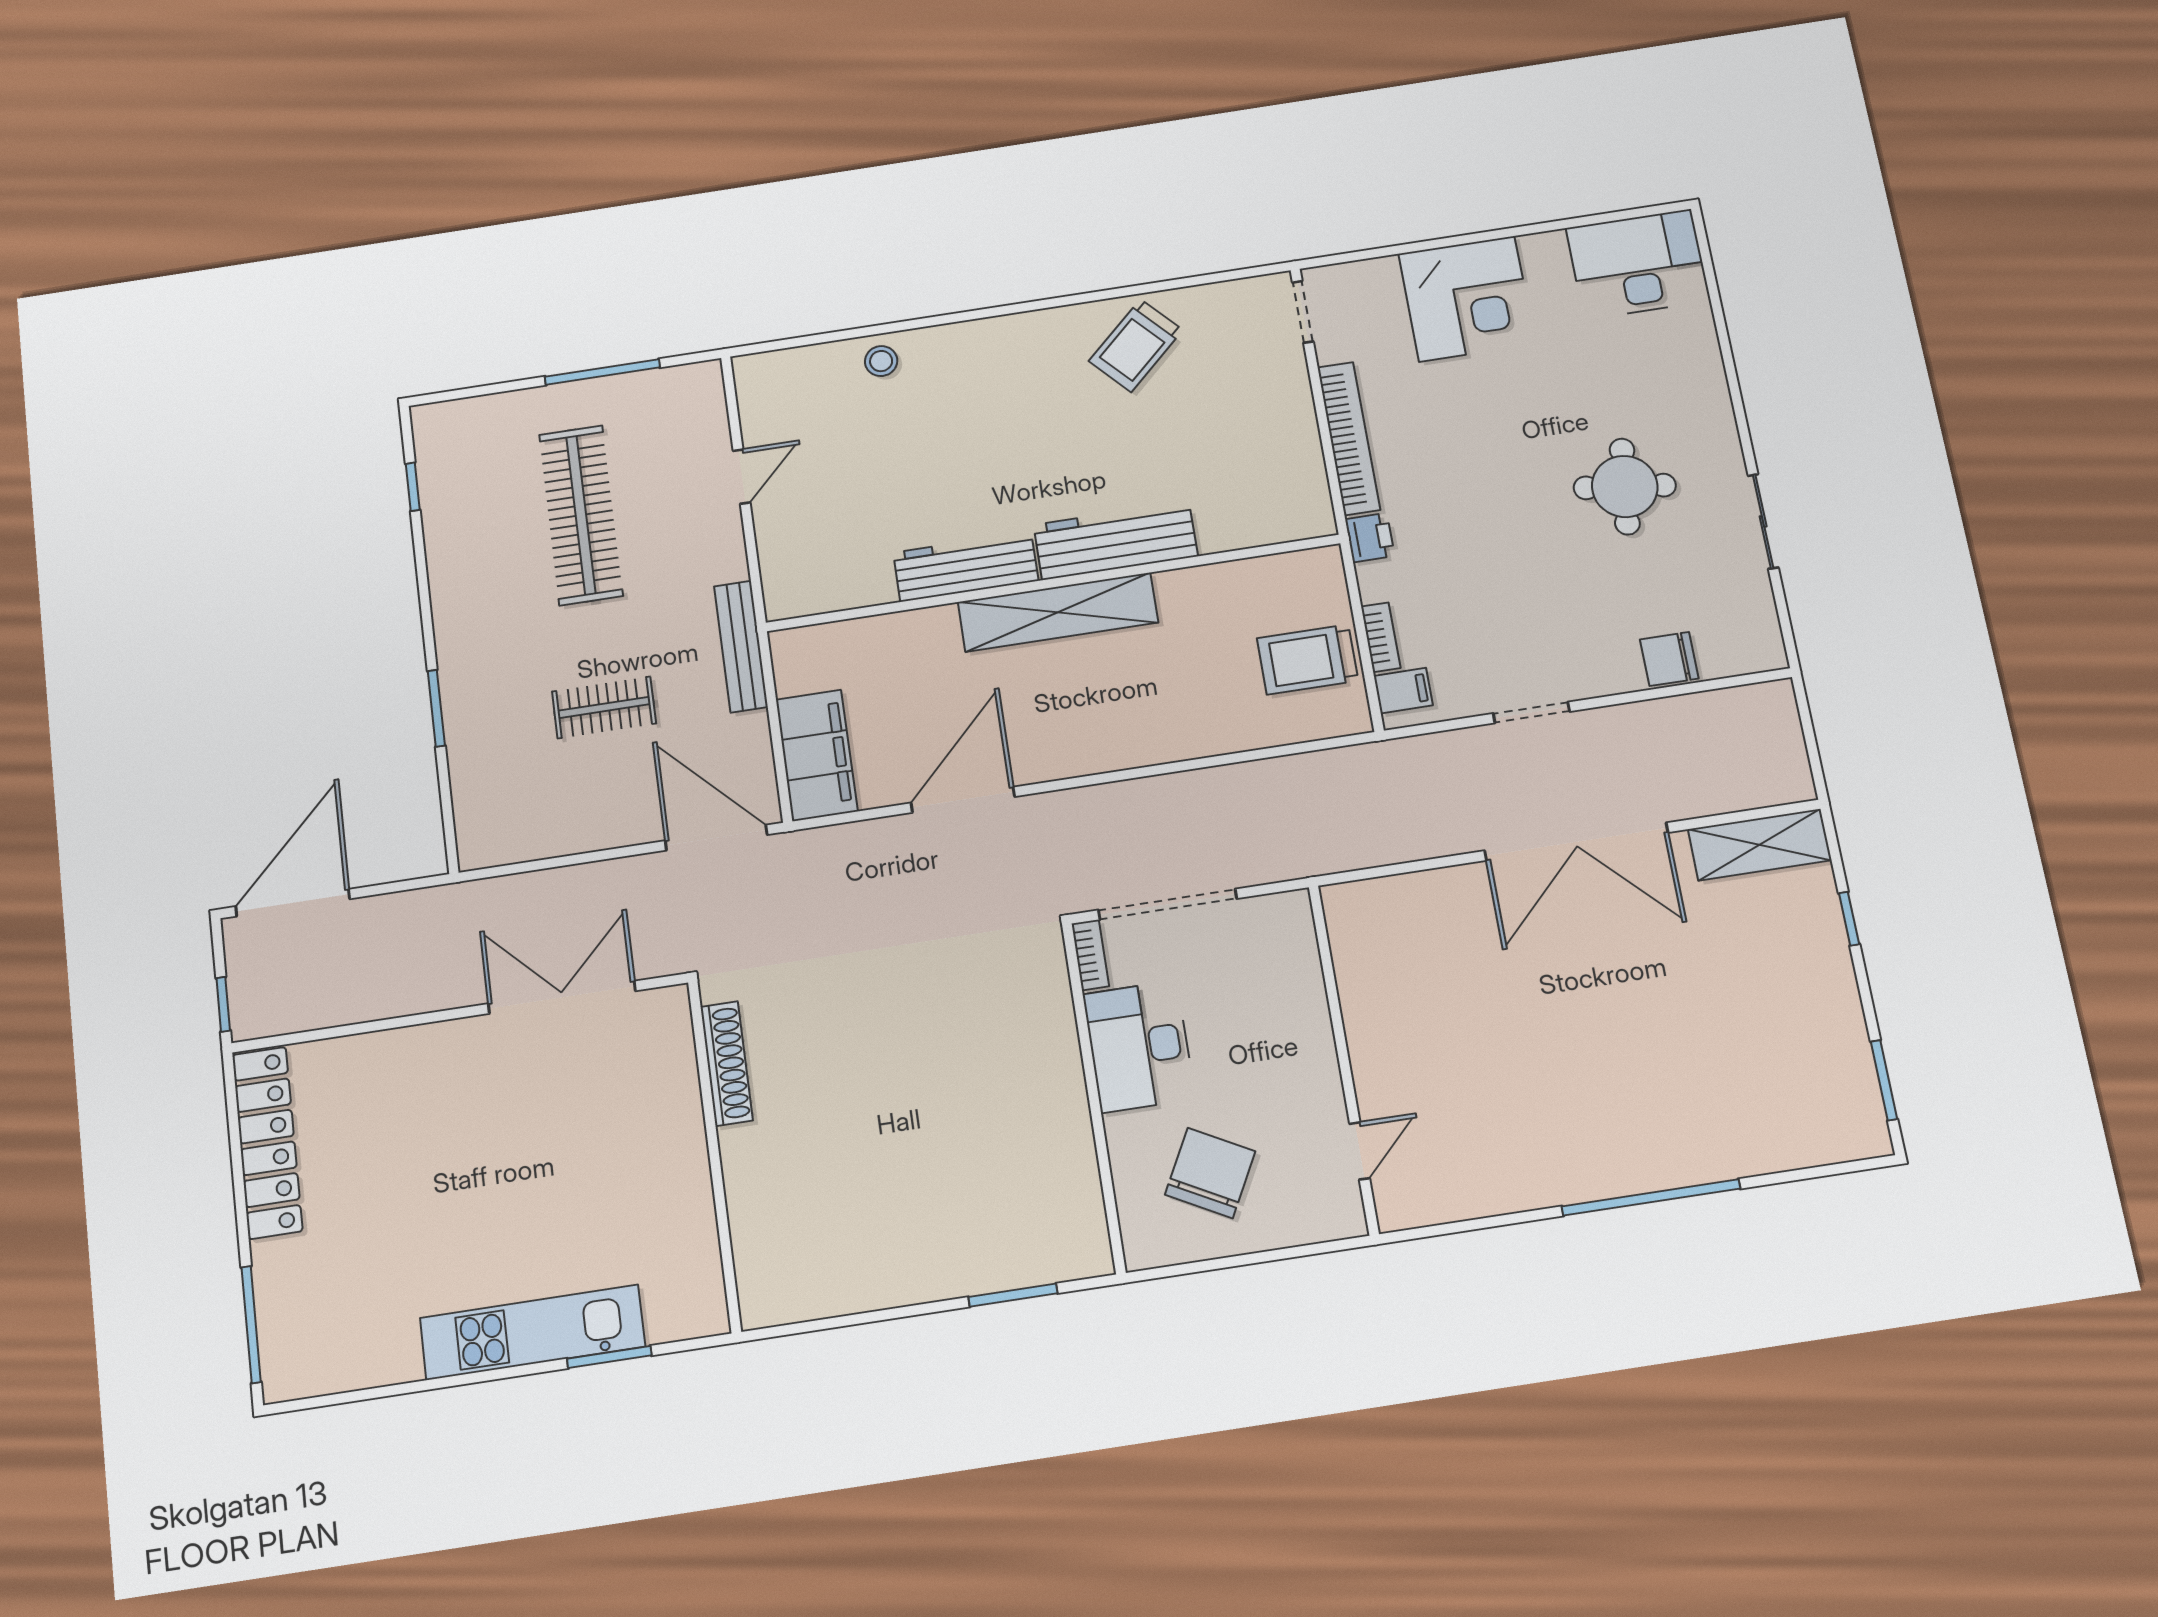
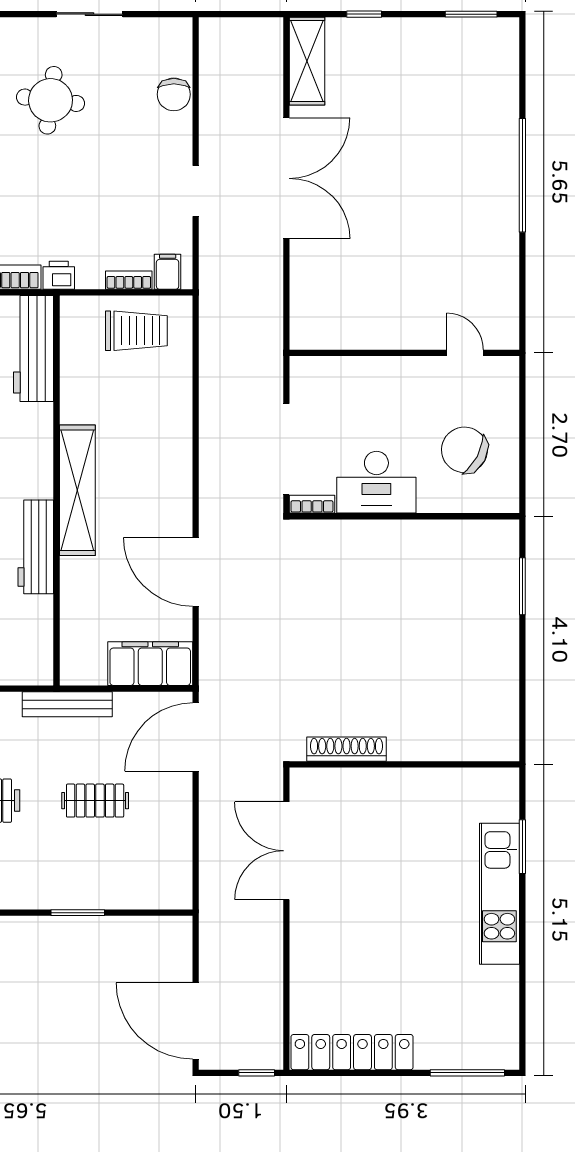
workbench: (1116, 540) -> (34, 348), moved
trolley: (1308, 659) -> (136, 331), turned -90
clothes rail: (604, 707) -> (95, 801), turned 90

